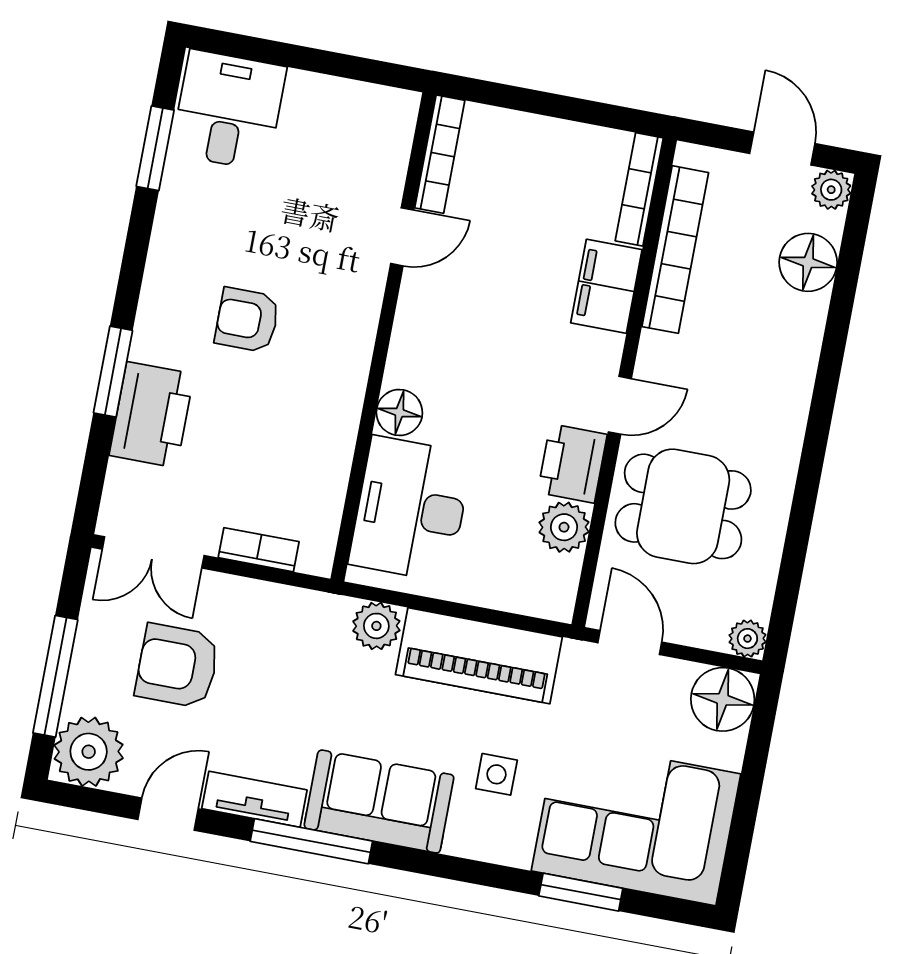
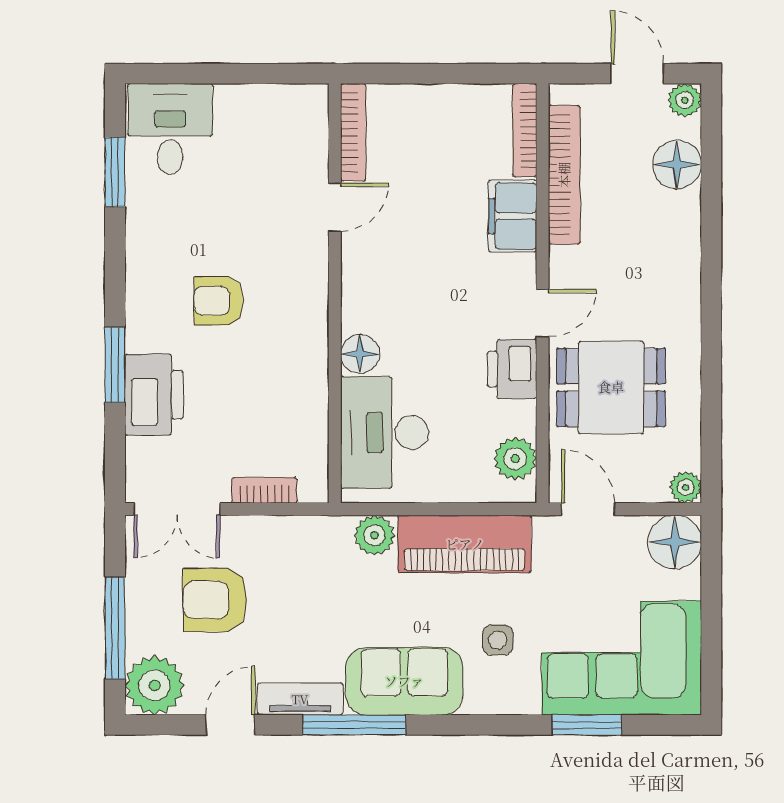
plant: (564, 527) -> (515, 459), moved

